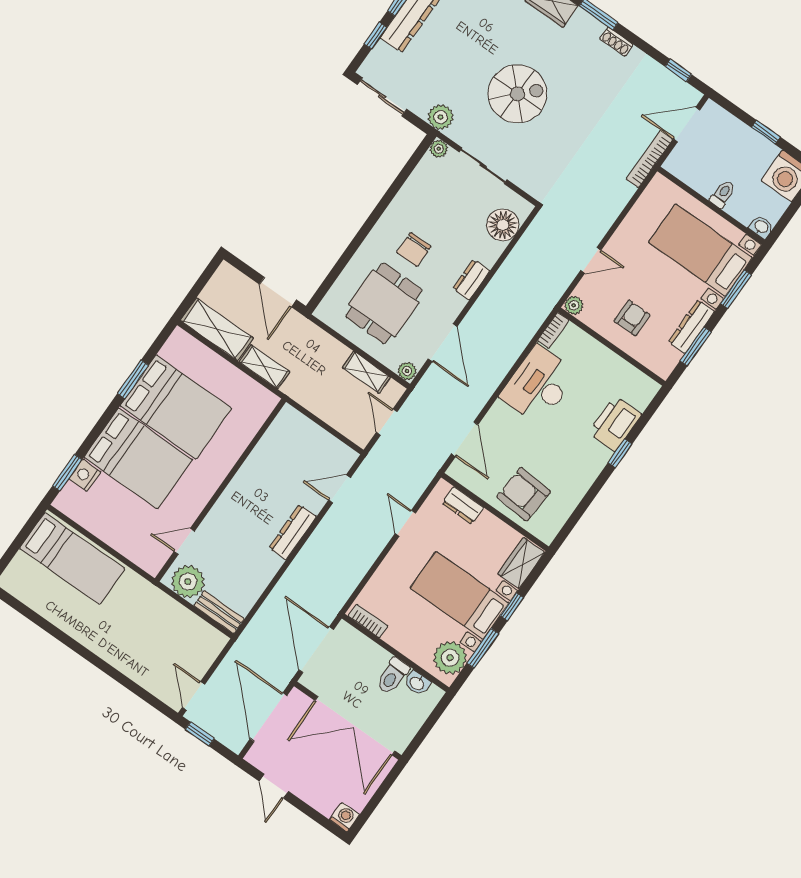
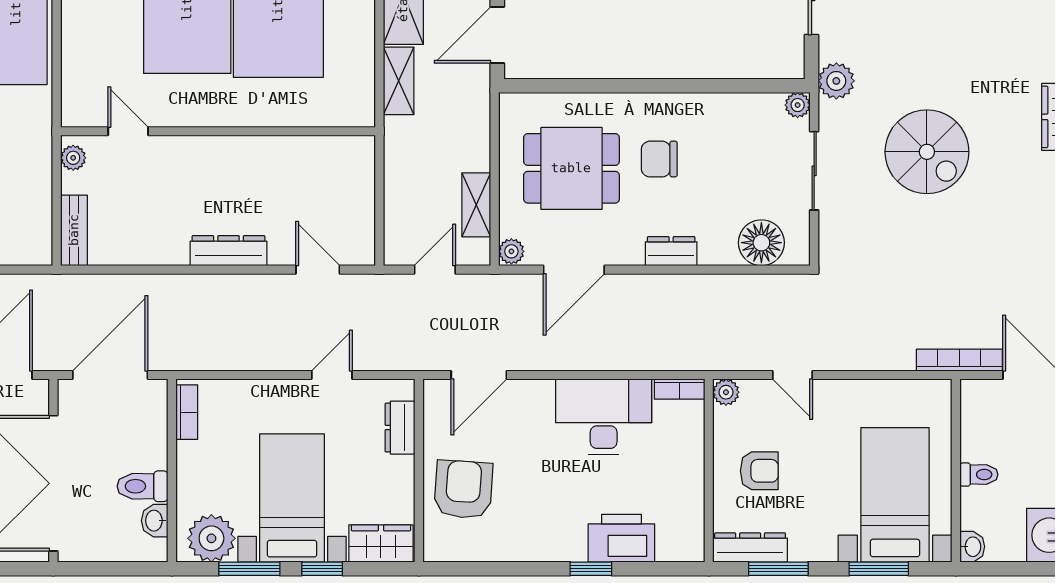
dresser: (691, 327) -> (750, 547), moved
plant: (188, 582) -> (73, 158), width x0.53, depth x0.53

